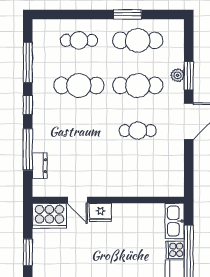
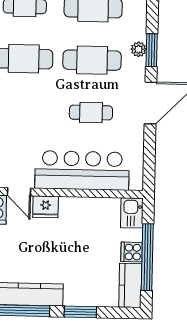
bar counter: (131, 181) -> (82, 170), added
kitchen sink: (175, 221) -> (132, 213), width x0.73

